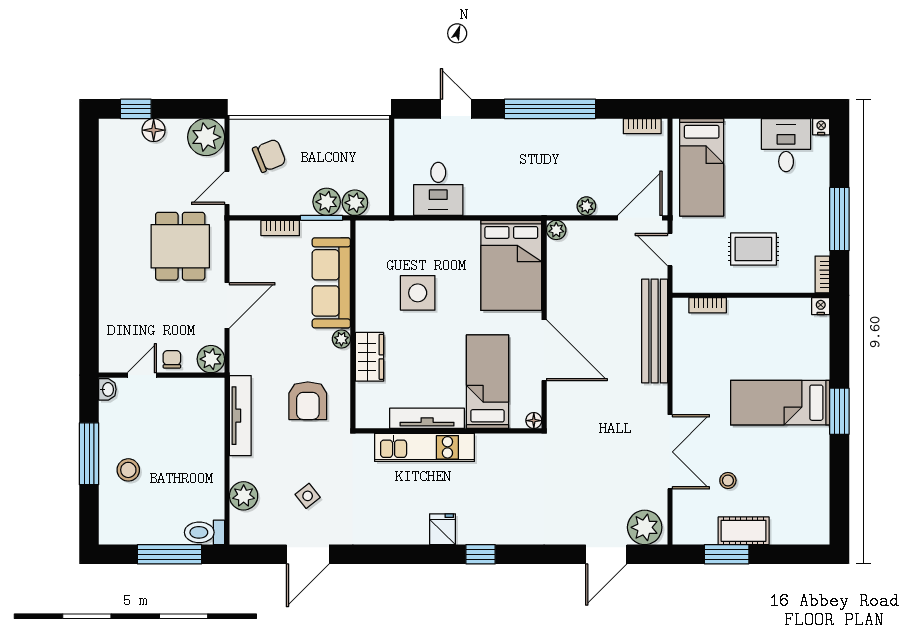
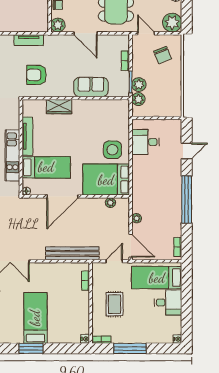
desk: (786, 145) -> (168, 302), moved
plant: (556, 230) -> (110, 203), moved
sofa: (331, 283) -> (91, 87), width x0.73
side table: (418, 293) -> (112, 150), moved
plant: (341, 339) -> (68, 92), removed
tv unit: (240, 416) -> (29, 40), width x0.71
kitchen unit: (424, 447) -> (12, 155), moved

